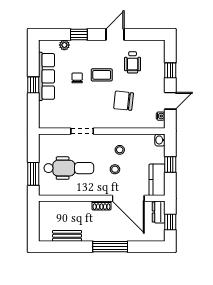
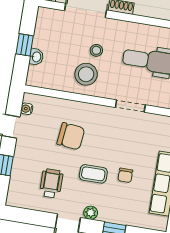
plant: (64, 45) -> (91, 213), moved
washbasin: (160, 140) -> (36, 57), moved
stool: (120, 150) -> (86, 74), width x1.89, depth x1.89
kitchen counter: (157, 180) -> (45, 28), removed

